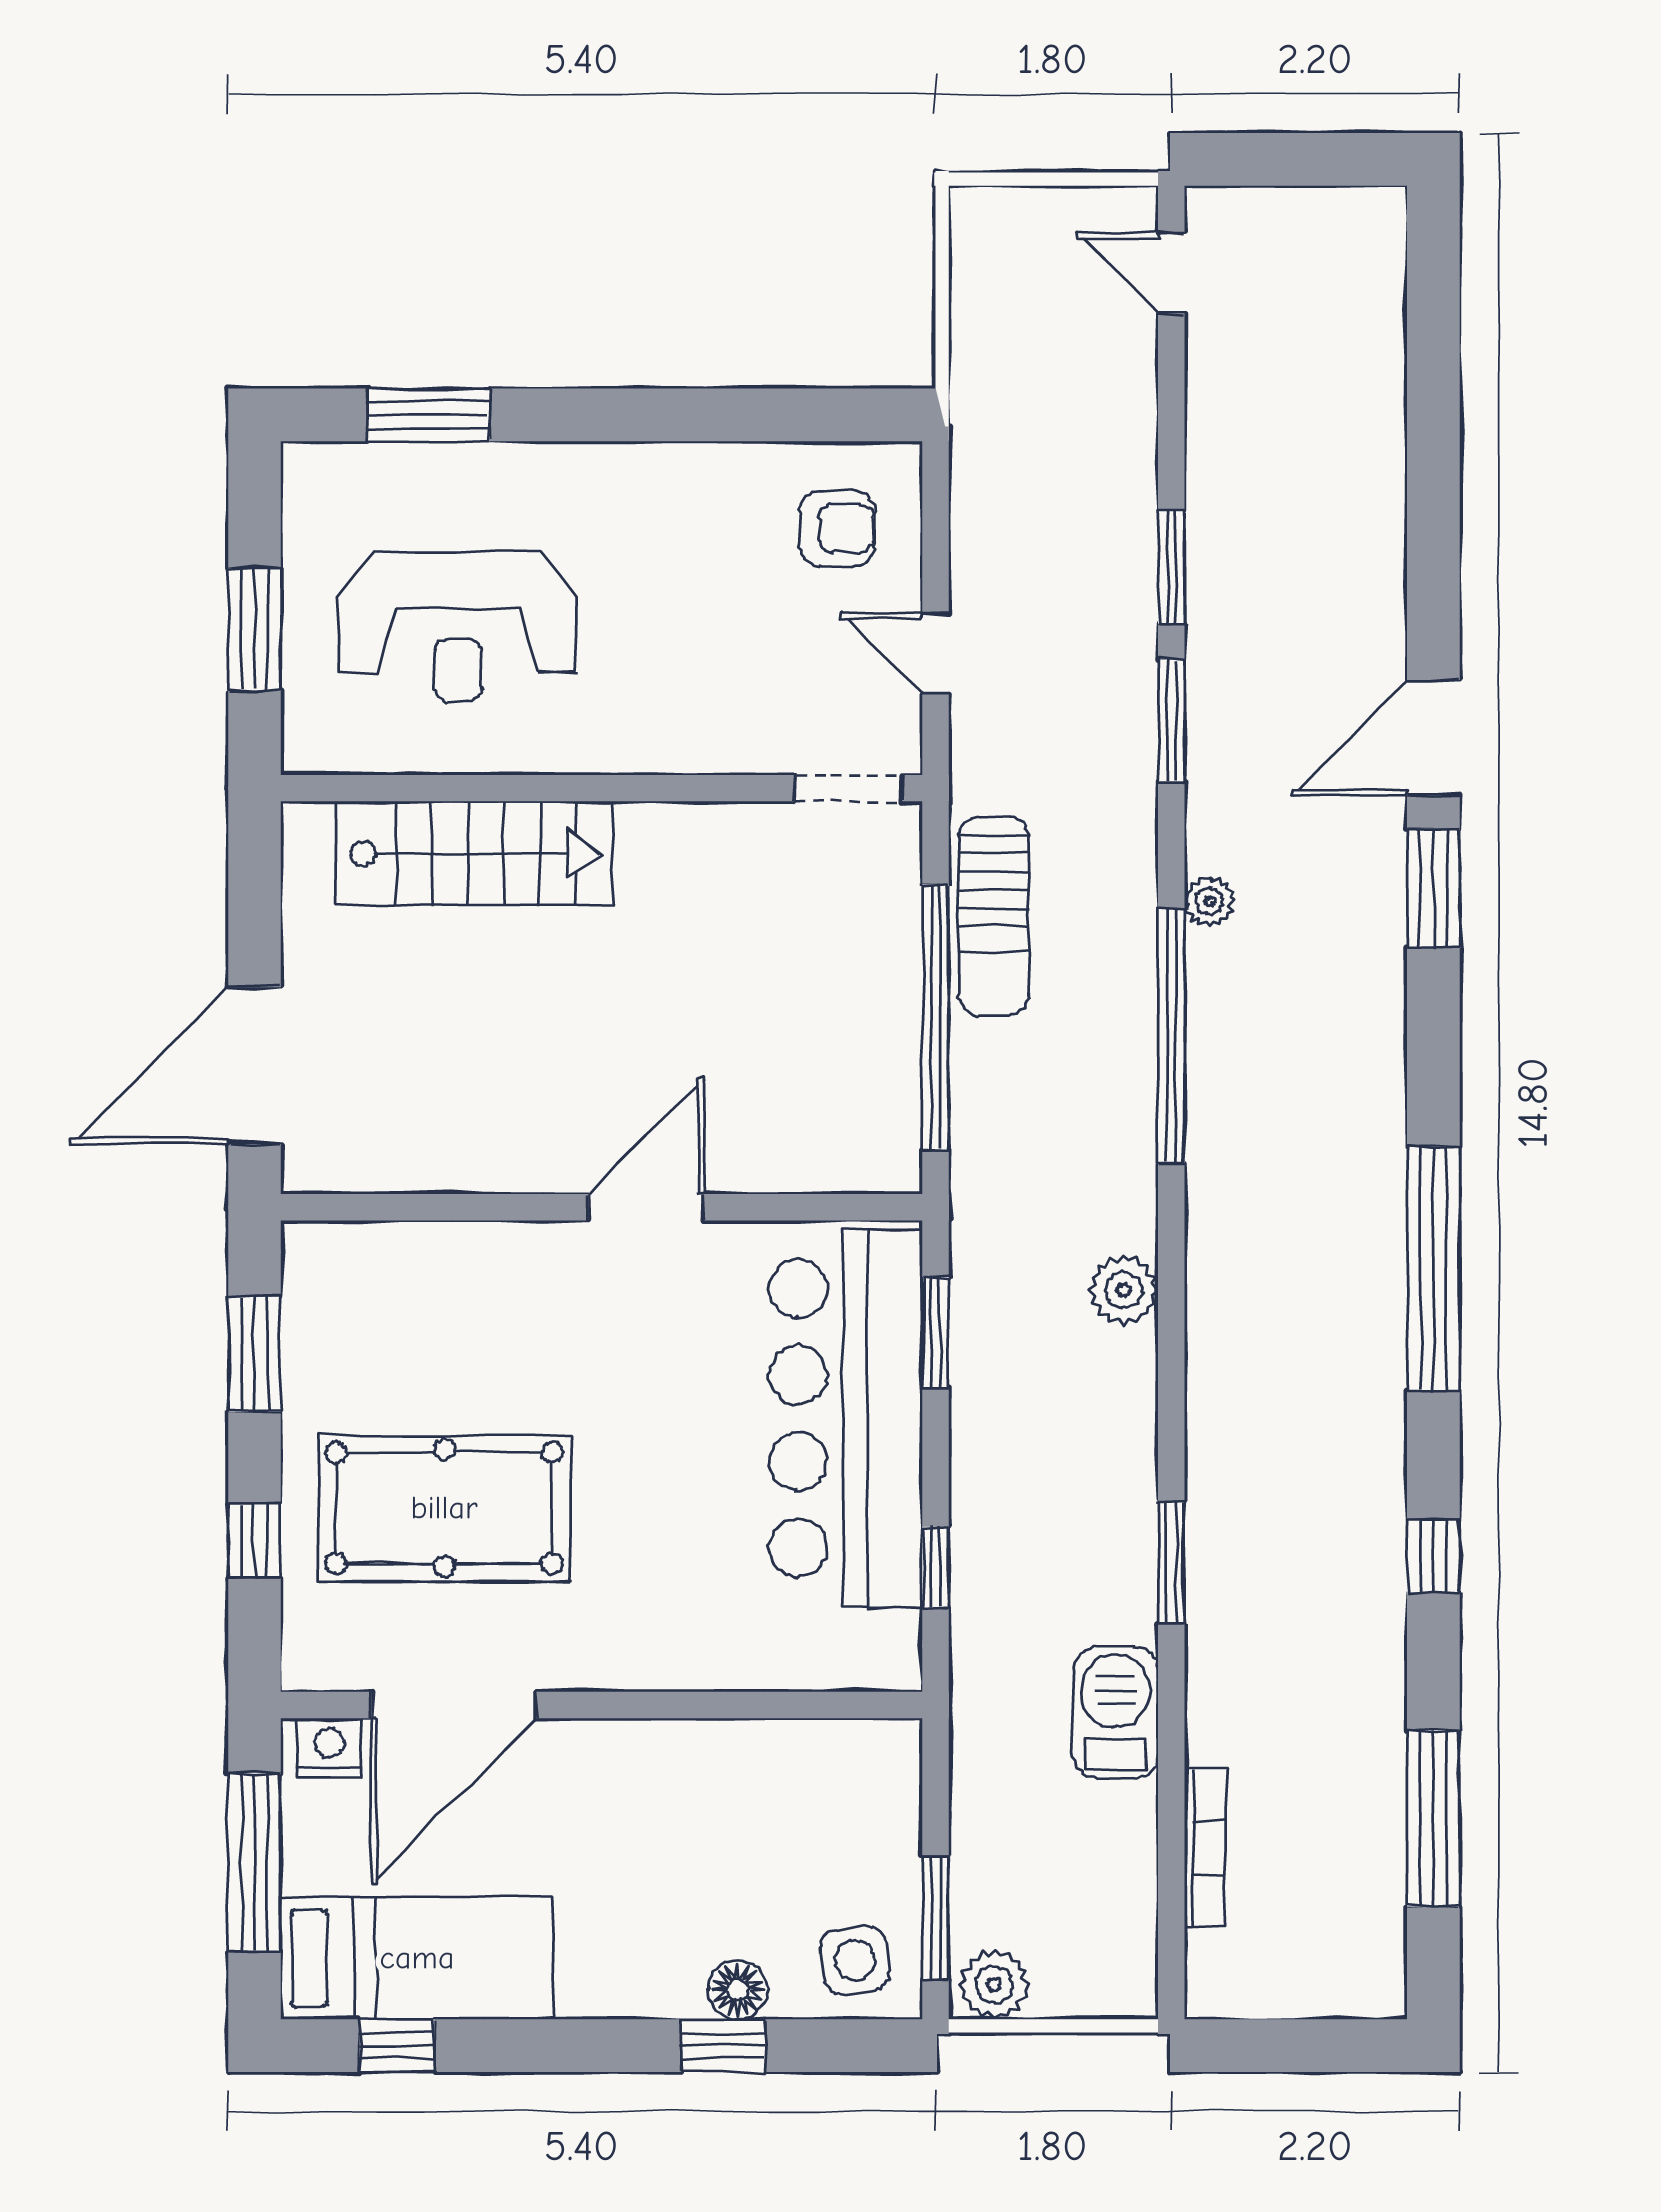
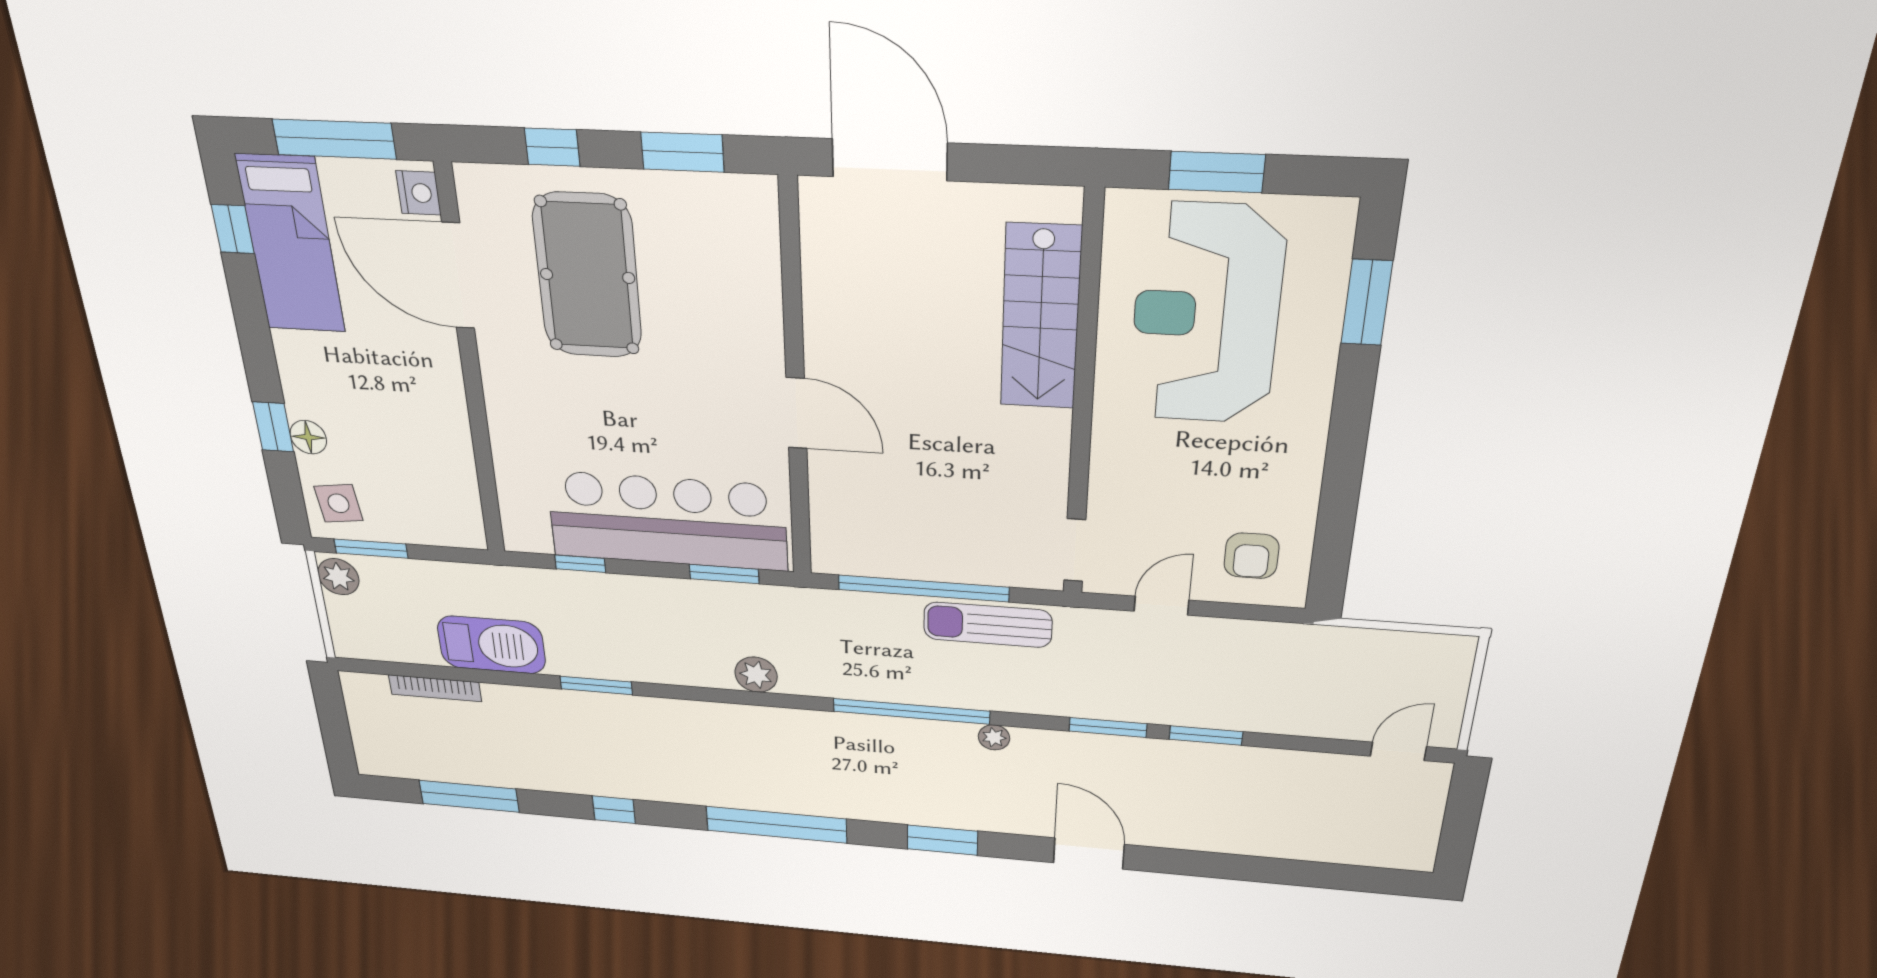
reception desk: (458, 626) -> (1206, 315), width x1.36, depth x1.30
window: (1433, 888) -> (942, 840), moved
barbecue: (1115, 1712) -> (491, 645), width x1.37, depth x1.21

